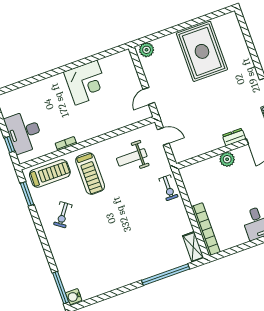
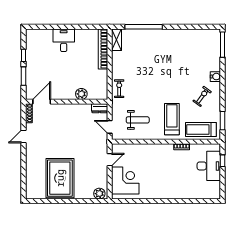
corner desk: (86, 83) -> (125, 180), moved, turned 90
dresser: (234, 137) -> (100, 108), moved
plant: (227, 159) -> (81, 94), moved
water cooler: (74, 297) -> (215, 77), moved

